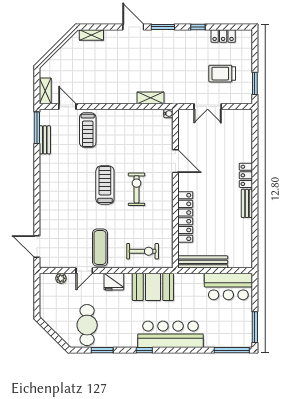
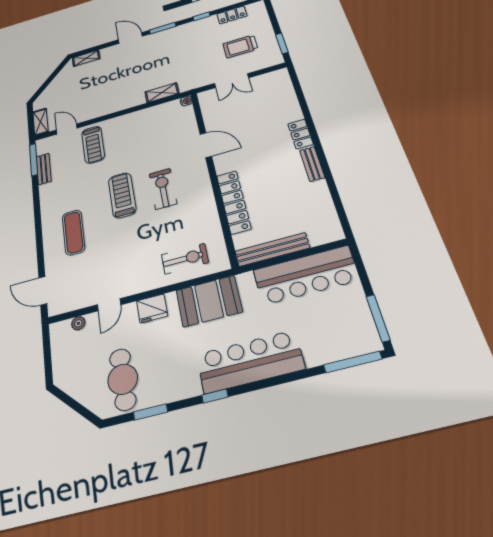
exercise mat: (100, 248) -> (74, 232), moved
bar counter: (228, 287) -> (306, 275), width x1.36

